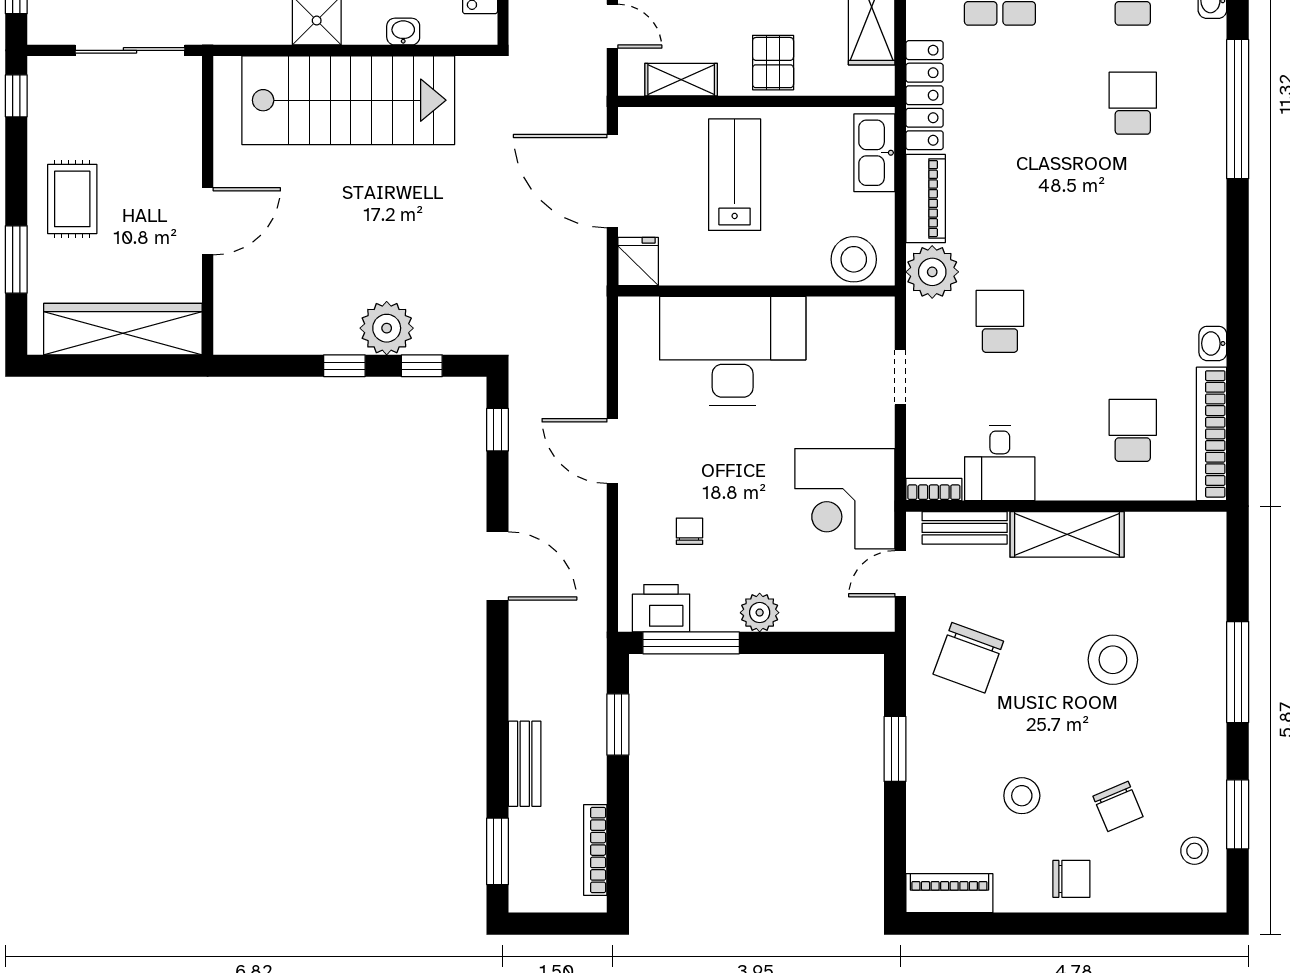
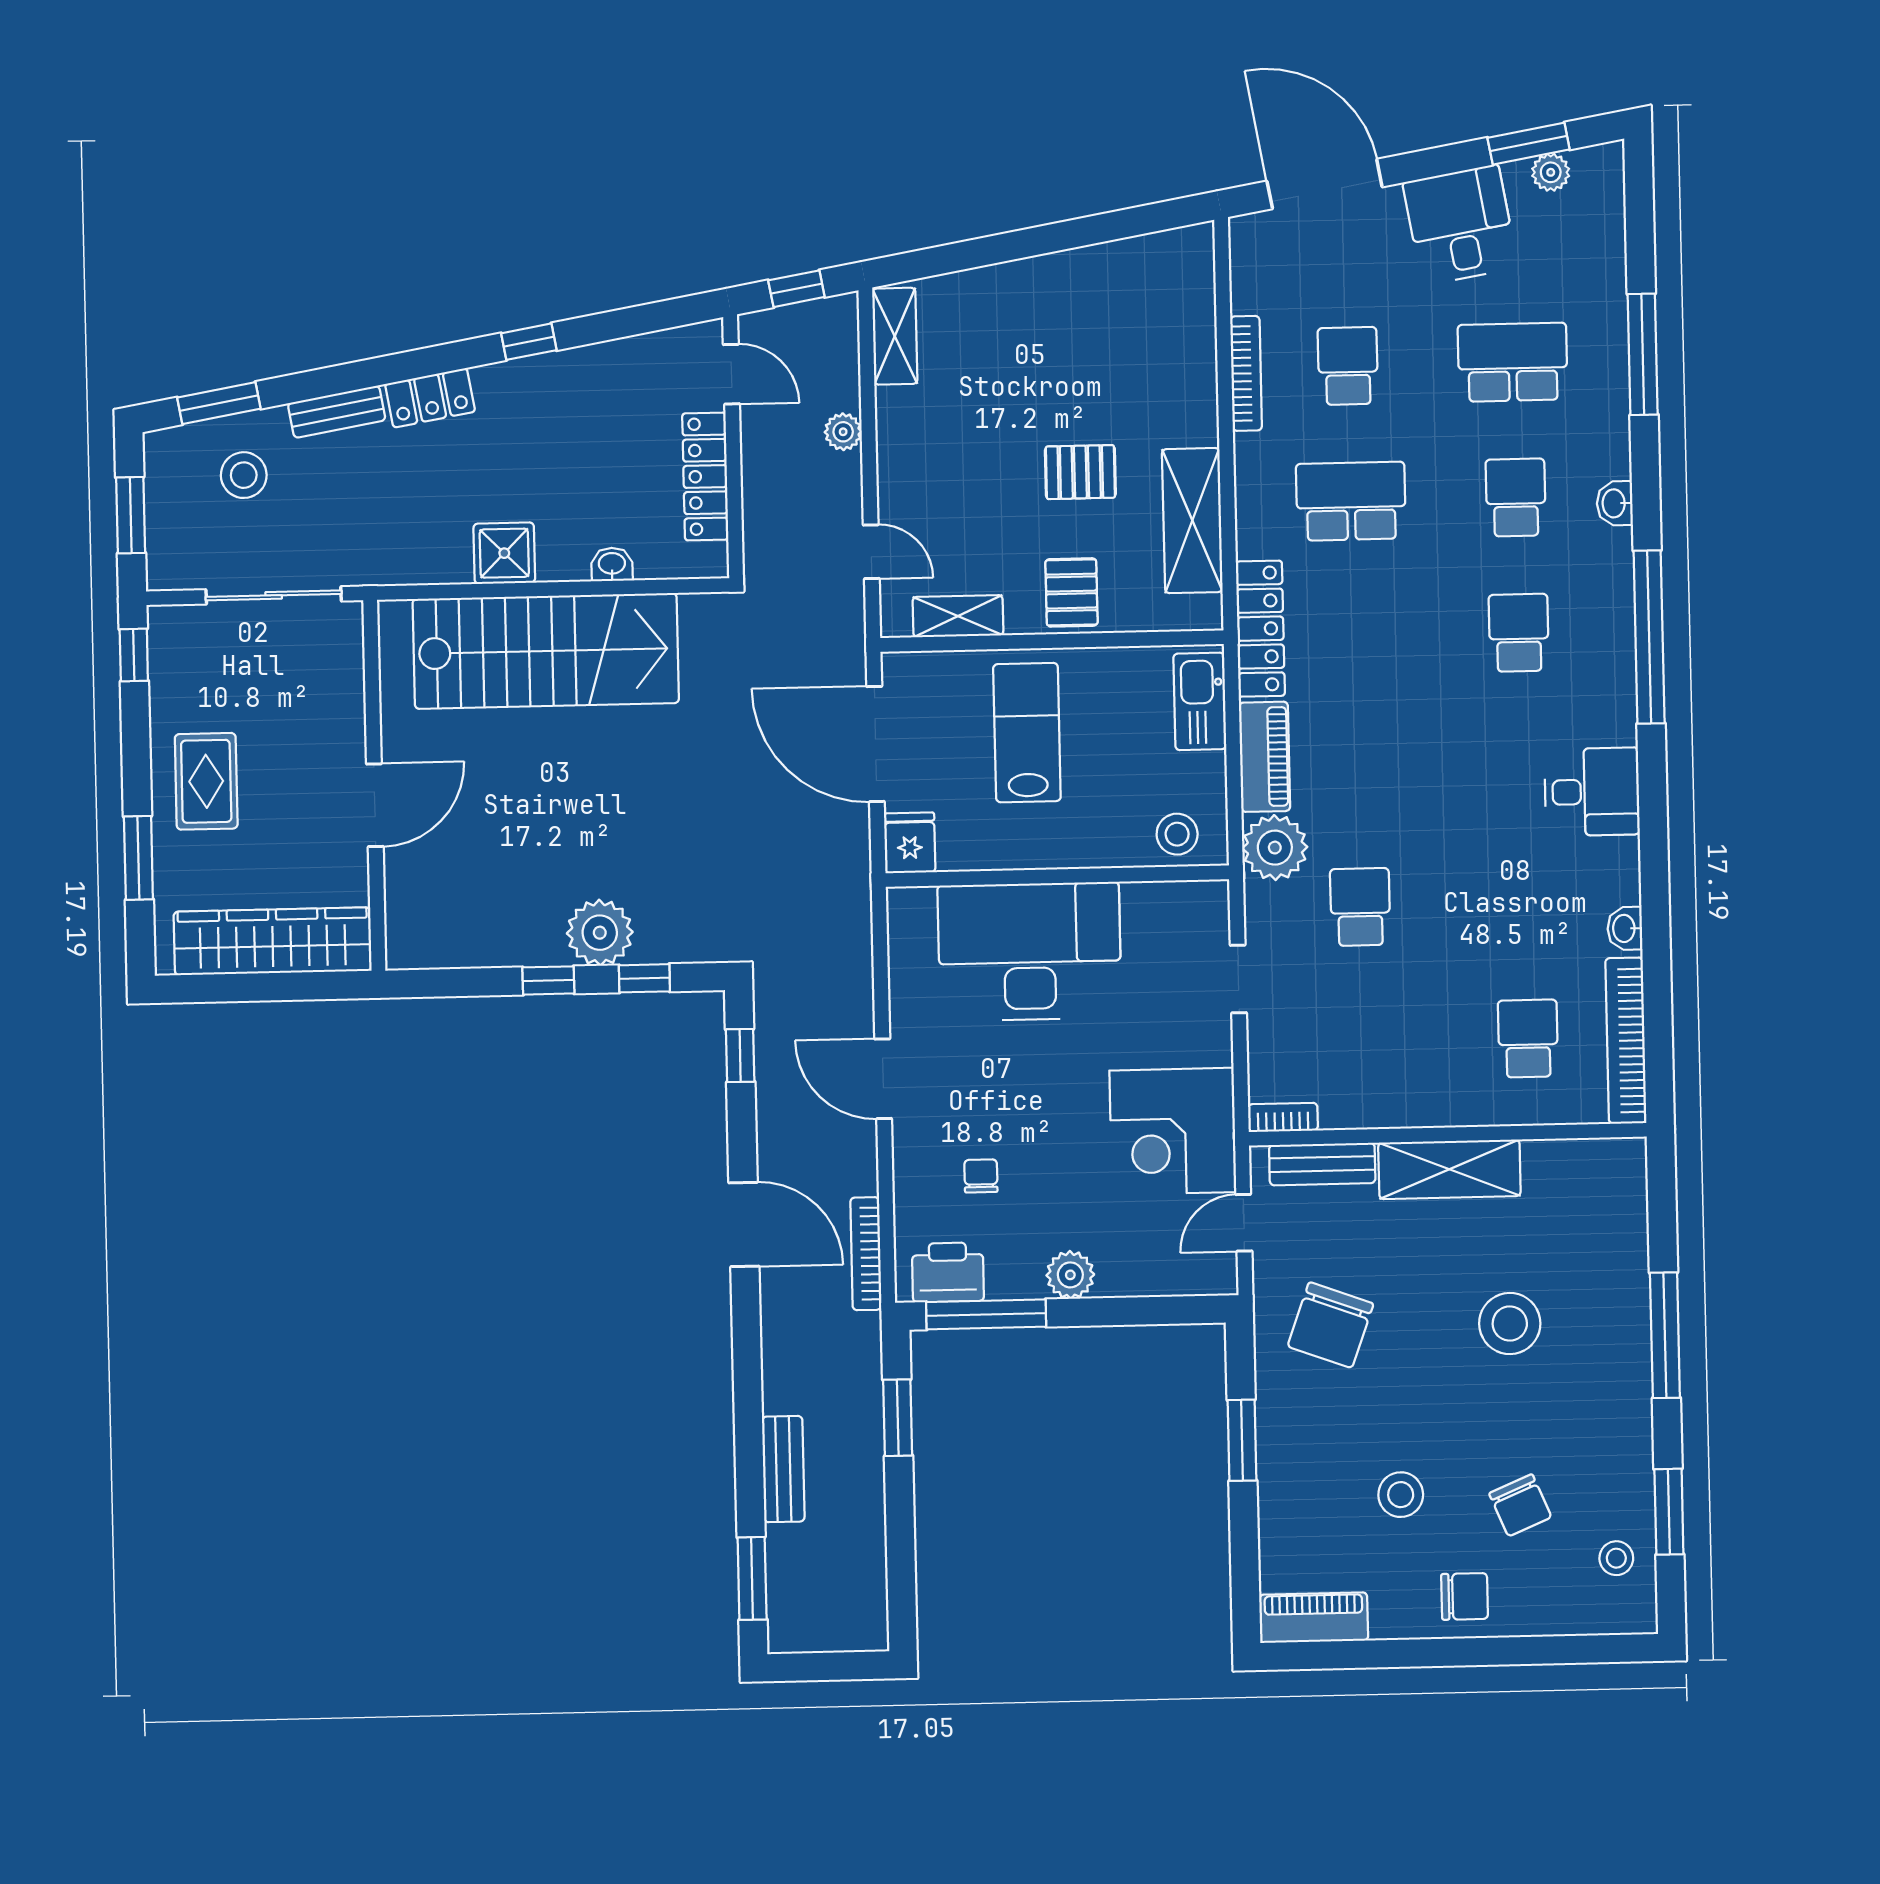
stool: (854, 259) -> (1177, 834), width x0.73, depth x0.73
desk: (1000, 463) -> (1592, 792), moved, turned -90
bookcase: (595, 850) -> (866, 1254), moved

